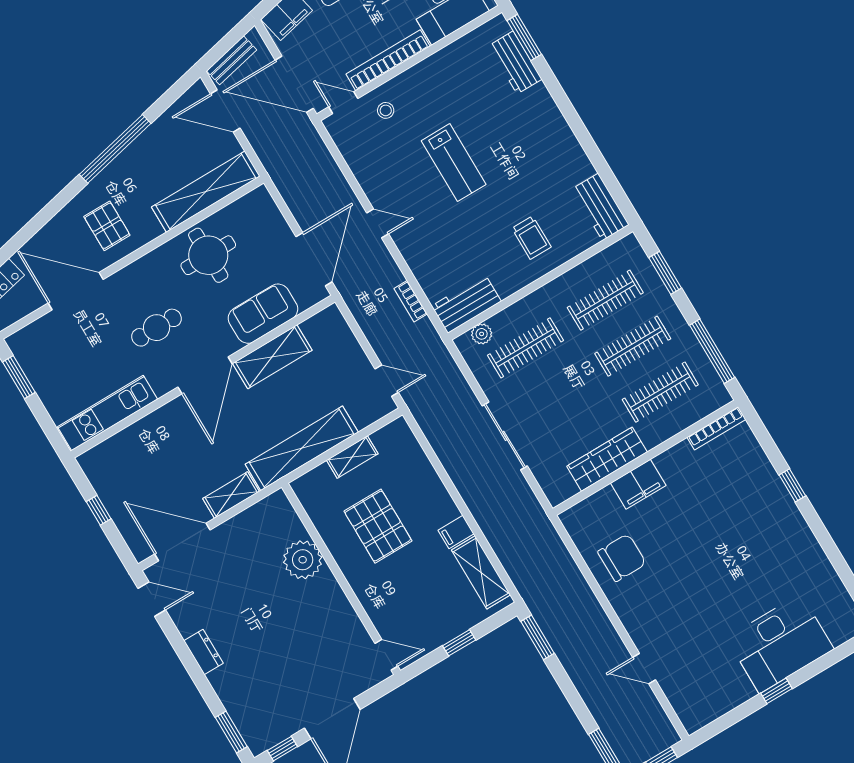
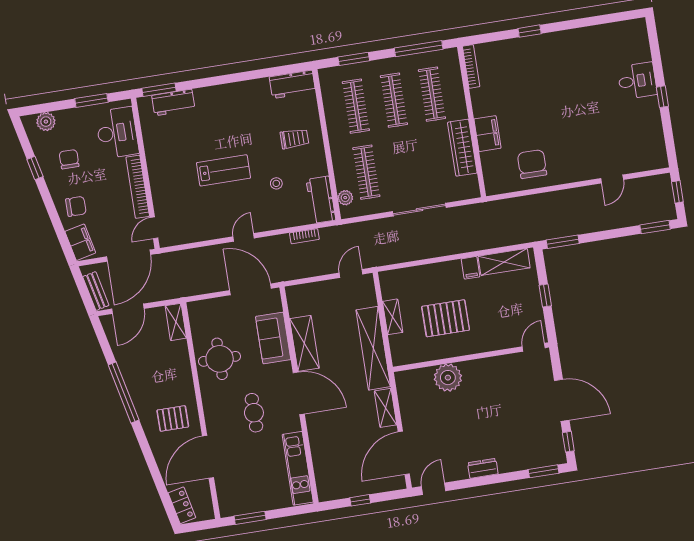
stool: (386, 110) -> (276, 183), moved
shelving: (206, 192) -> (176, 322), width x0.45, depth x0.75
desk: (780, 644) -> (637, 81), width x0.53, depth x0.77

